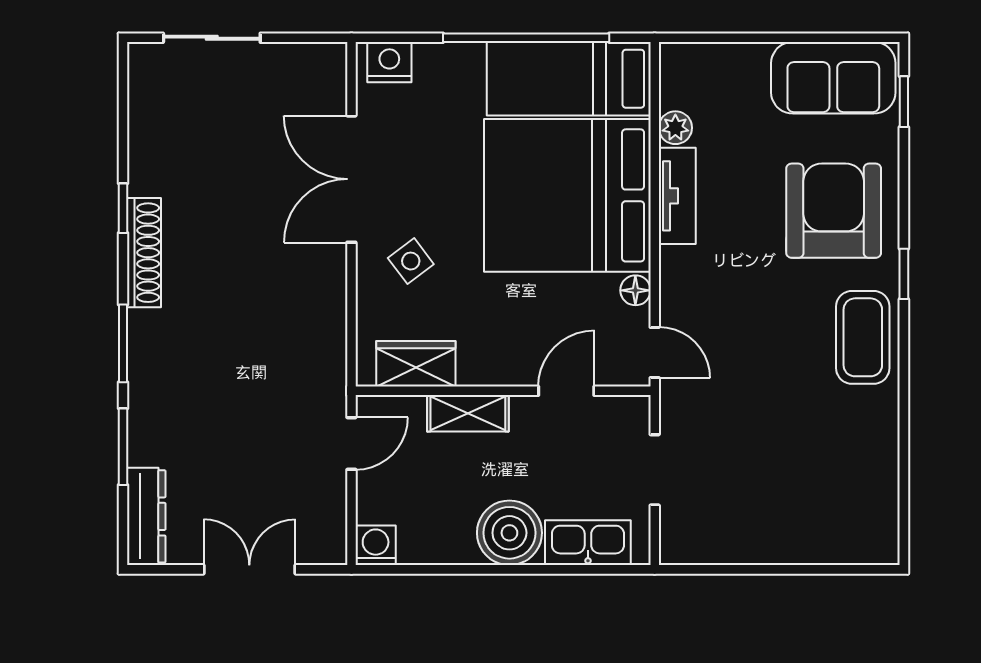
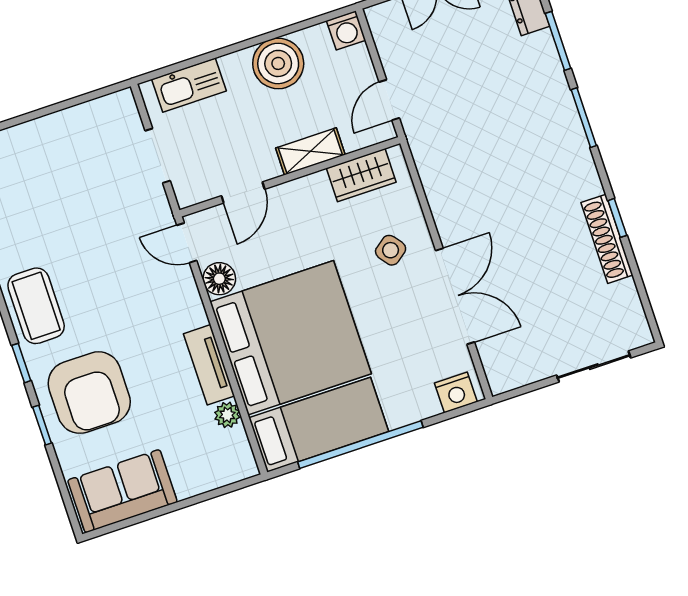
window: (904, 102) -> (42, 425), moved
shoe rack: (144, 253) -> (607, 239), moved
floor lamp: (635, 290) -> (219, 279), width x1.37, depth x1.37
boiler: (509, 533) -> (278, 63), moved

